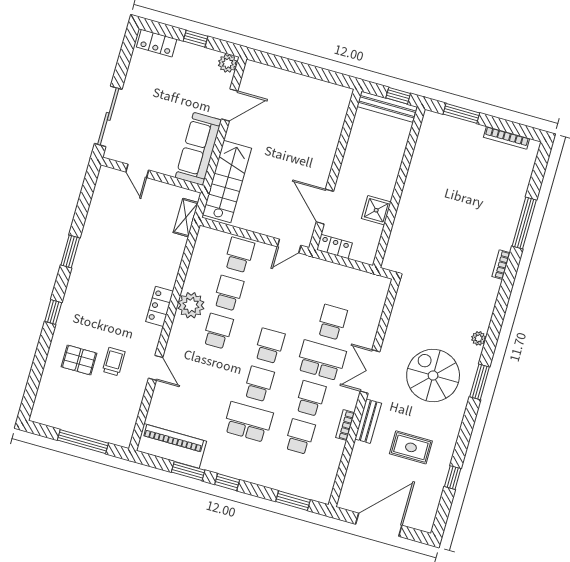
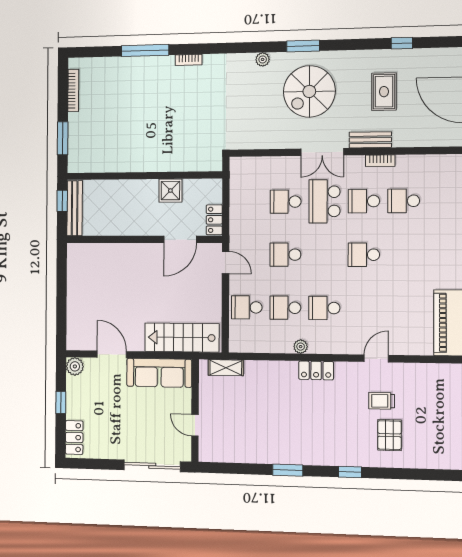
door: (137, 171) -> (195, 425), swing flipped
plant: (191, 305) -> (301, 347), width x0.53, depth x0.53
school desk: (270, 346) -> (285, 255), moved
school desk: (248, 422) -> (404, 255), removed

